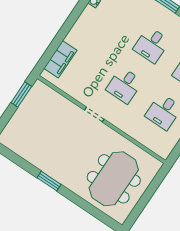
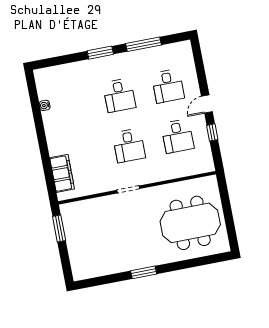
meeting table: (114, 179) -> (190, 223), turned 90

